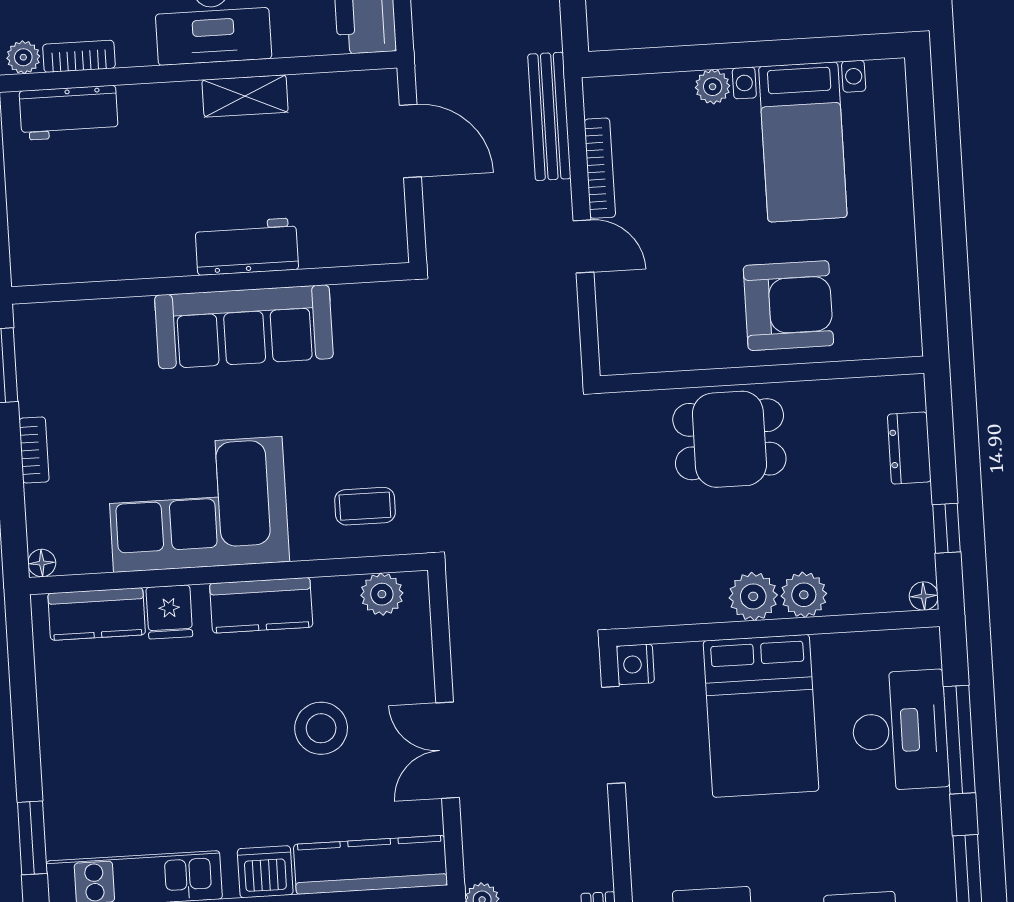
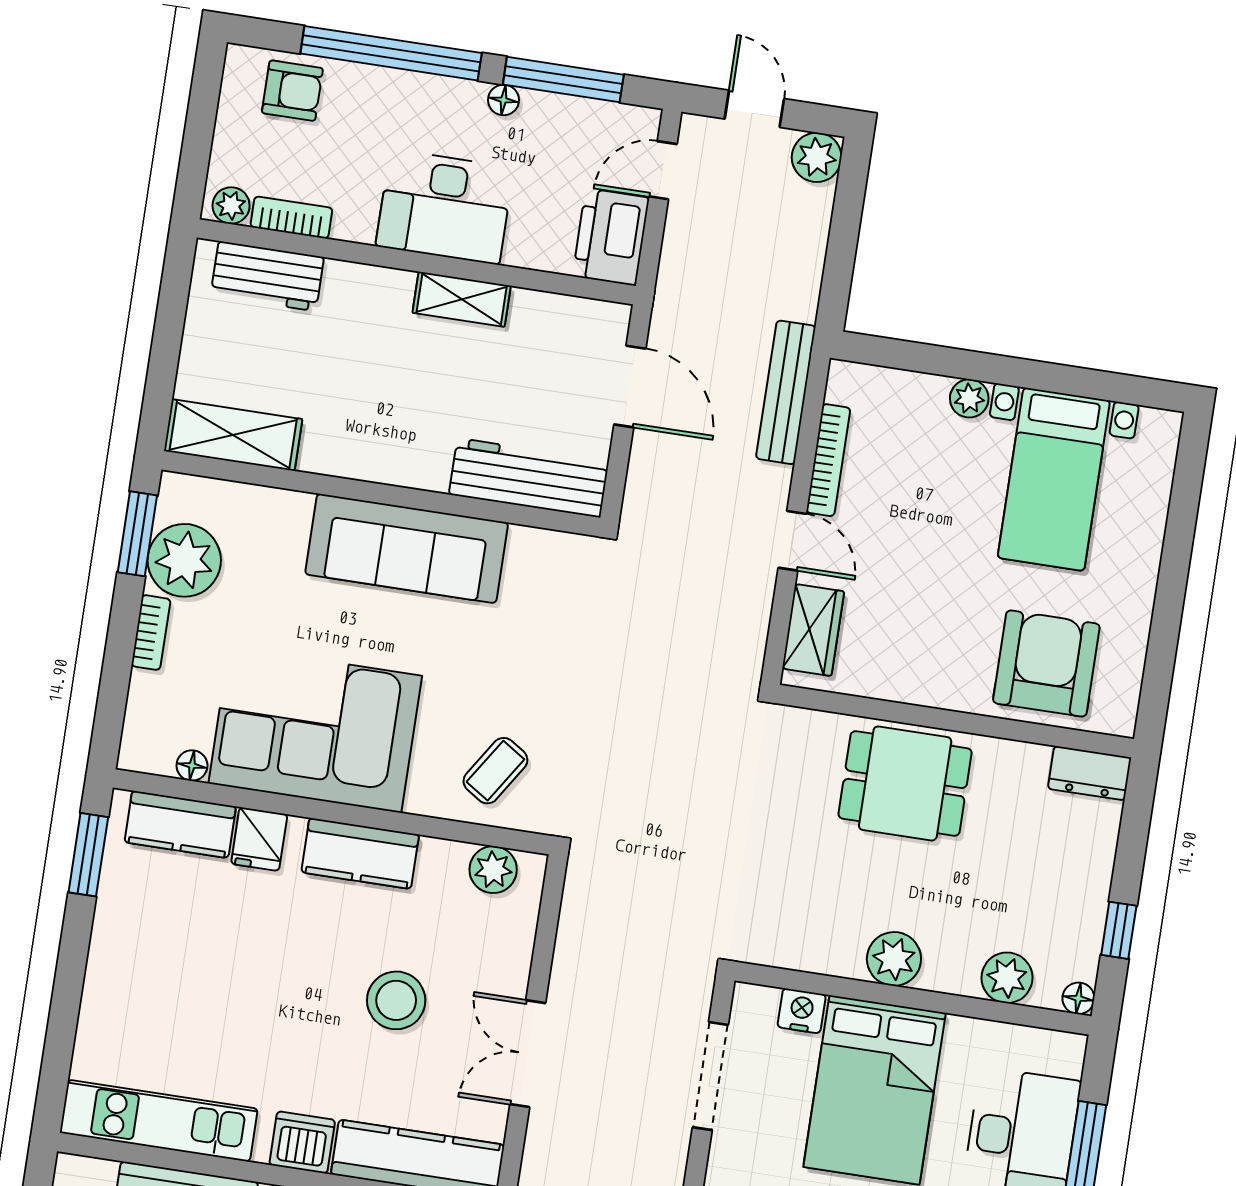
workbench: (247, 247) -> (529, 478), moved, width x1.37
shelving: (69, 260) -> (233, 435), added
armchair: (788, 306) -> (1046, 664), moved, turned -90
wardrobe: (619, 321) -> (813, 630), added
plant: (50, 380) -> (184, 560), added
dresser: (909, 448) -> (1090, 773), moved, turned -90
coffee table: (365, 506) -> (495, 771), turned -57
floor lamp: (42, 563) -> (192, 766), moved
plant: (804, 595) -> (1007, 978), moved
nightstand: (635, 664) -> (802, 1011), moved, turned 90
window: (32, 838) -> (88, 855), moved

